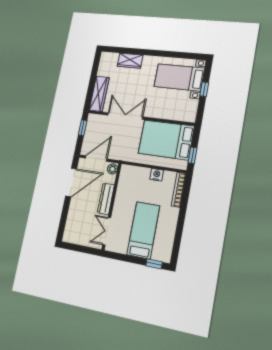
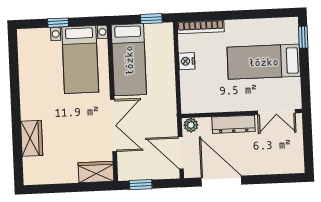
bed with nightstands: (179, 77) -> (80, 60), moved
wardrobe: (99, 94) -> (96, 172), width x0.67
double door: (125, 116) -> (113, 126), swing flipped
bed: (166, 140) -> (129, 60), width x0.67

